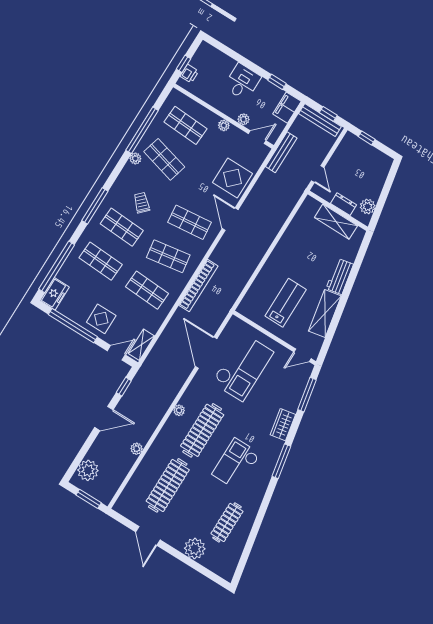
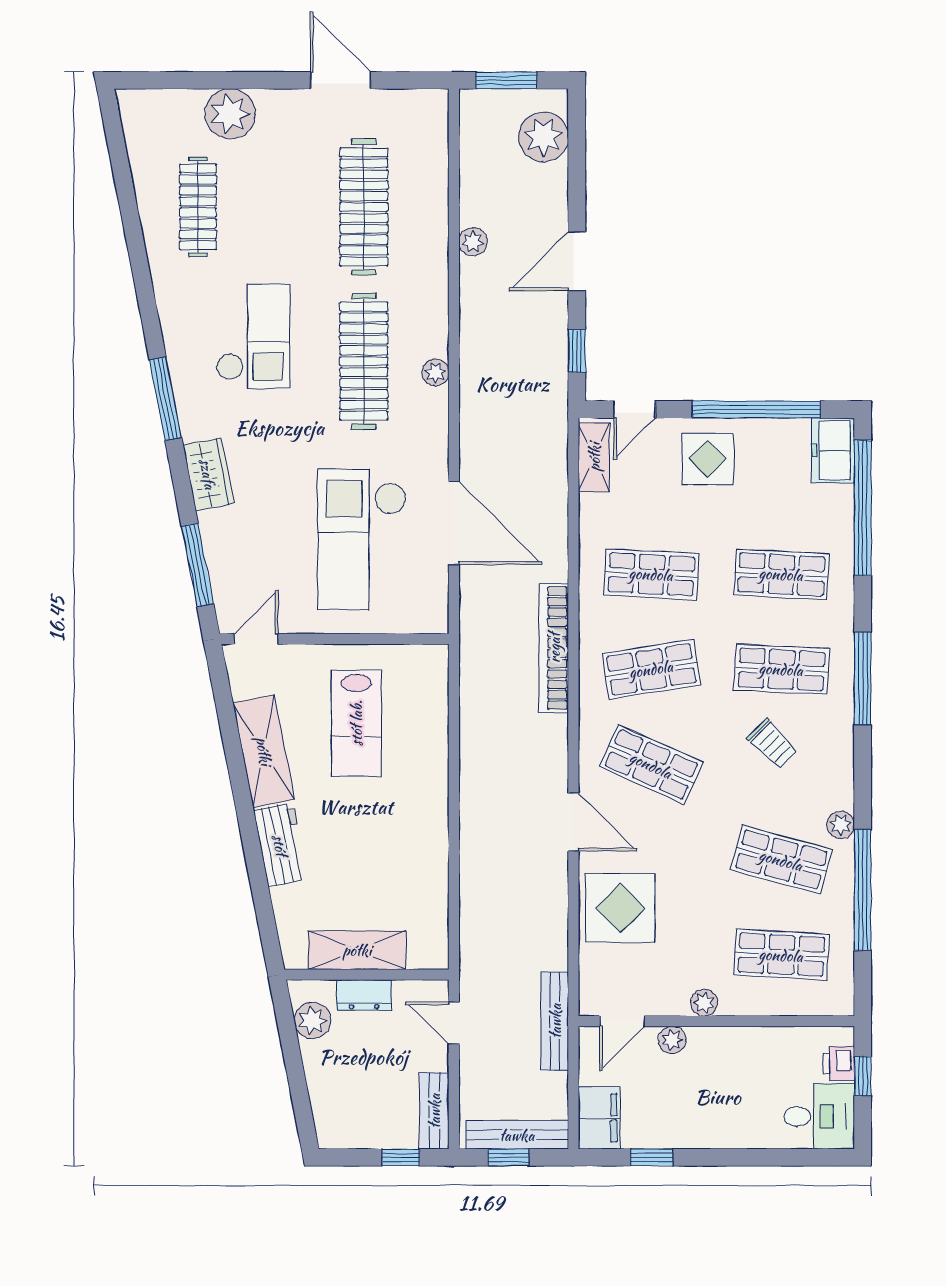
desk: (242, 82) -> (819, 1116), moved, turned -90
bench: (344, 147) -> (434, 1111), added
shop shelf: (189, 222) -> (651, 765), turned 30

